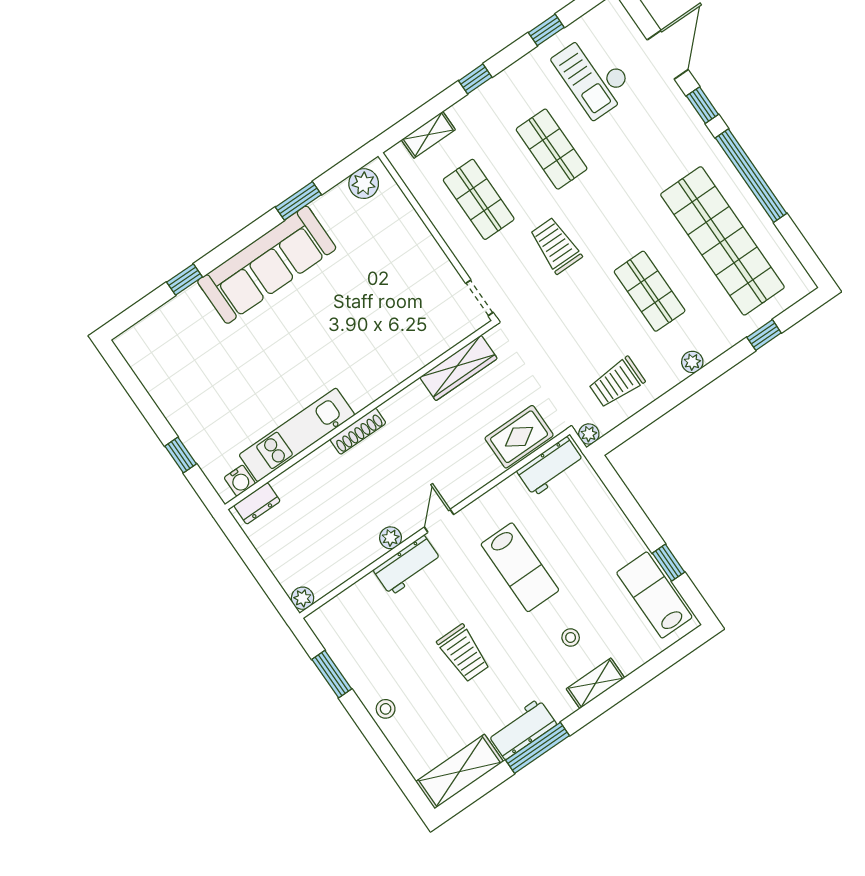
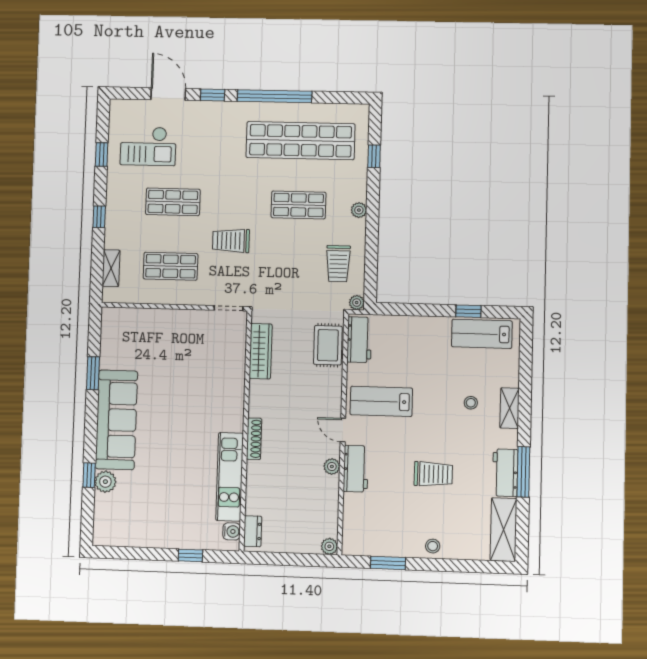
plant: (364, 184) -> (105, 482), moved
lab bench: (520, 567) -> (381, 401), moved, turned 180

